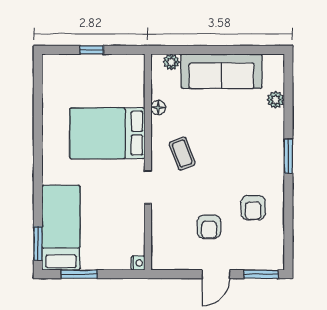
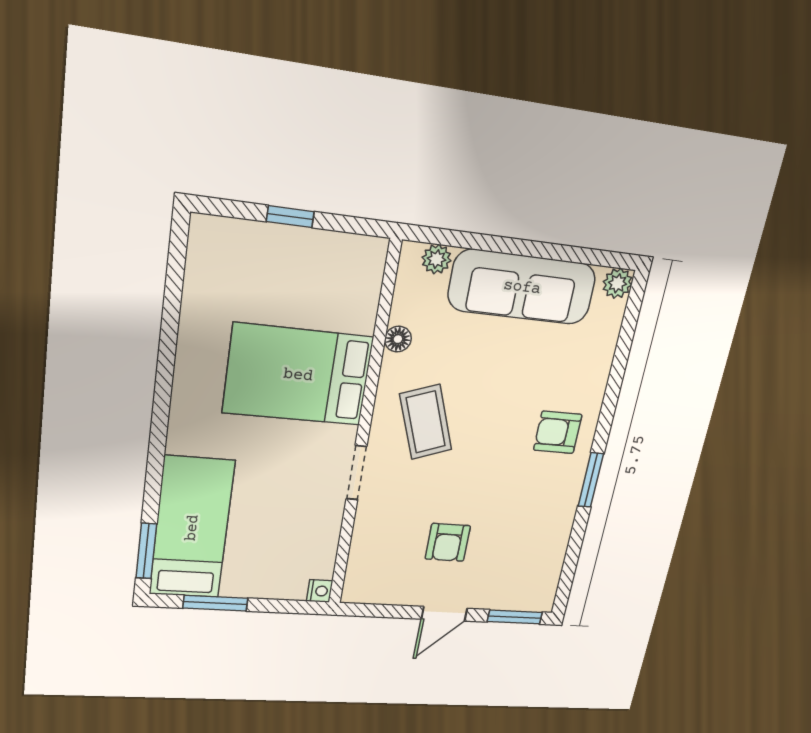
plant: (276, 100) -> (618, 283), moved
coffee table: (182, 153) -> (426, 422), width x1.36, depth x1.30
window: (288, 156) -> (591, 480), moved
armchair: (253, 208) -> (558, 432), moved, turned 90

